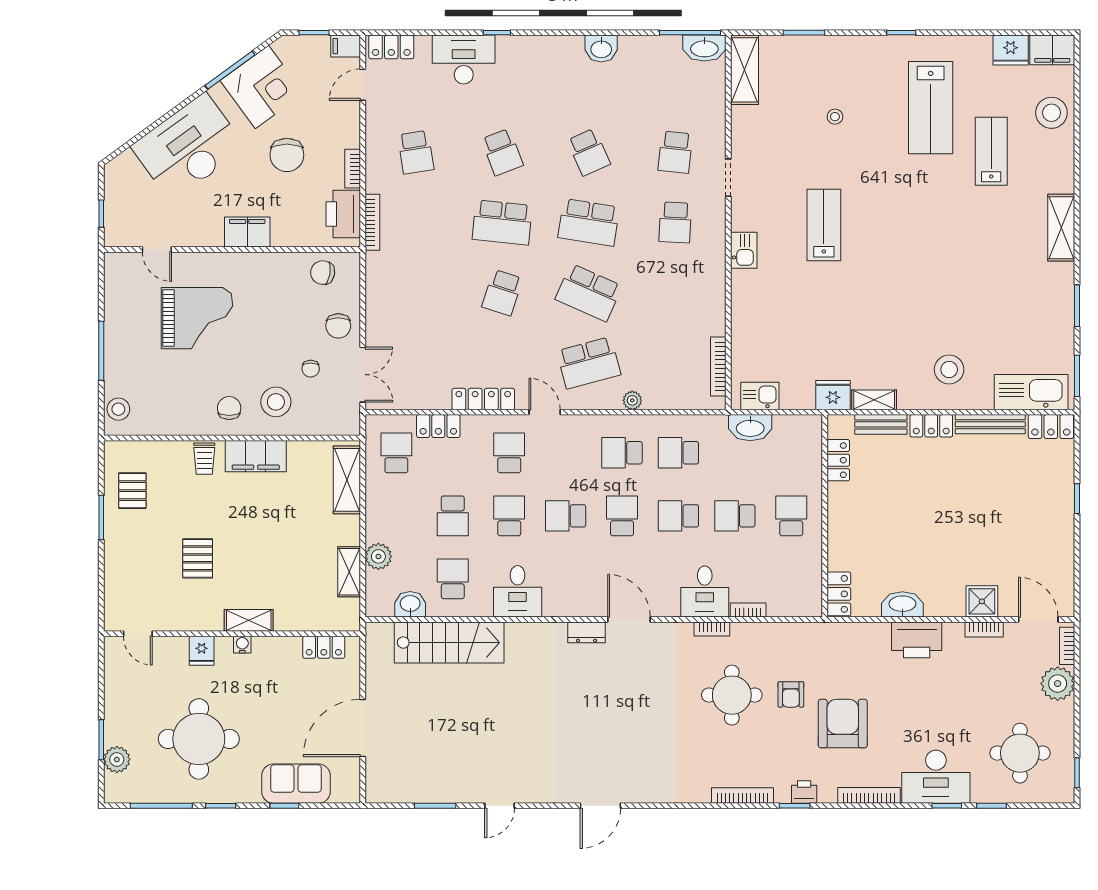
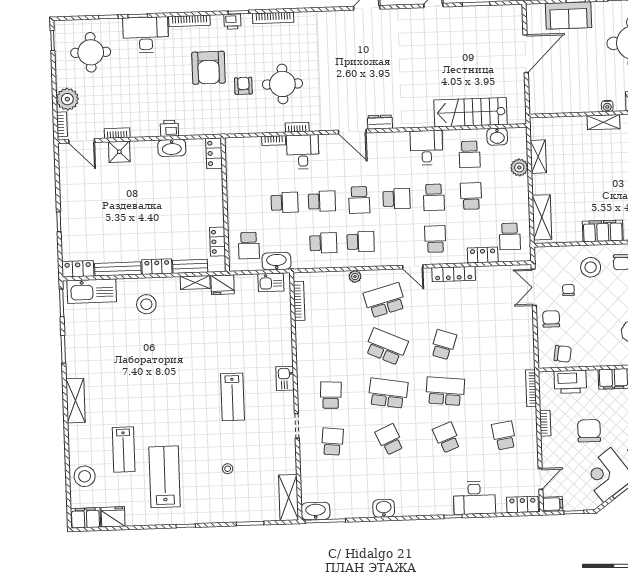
printer: (343, 214) -> (570, 382), moved, turned 90
school desk: (509, 453) -> (435, 239), turned 180
school desk: (791, 516) -> (249, 246), moved
printer: (917, 640) -> (169, 128), width x0.53, depth x0.68
locker: (324, 647) -> (553, 106), removed

